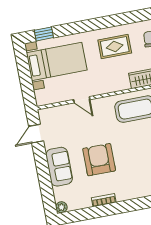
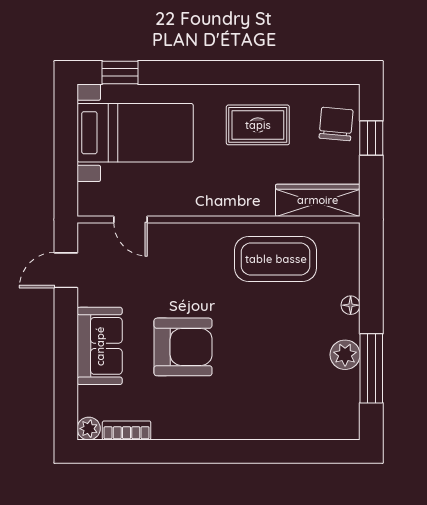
door: (82, 100) -> (130, 219), moved
armchair: (99, 160) -> (183, 347), turned 90
bookcase: (104, 200) -> (127, 430), moved

